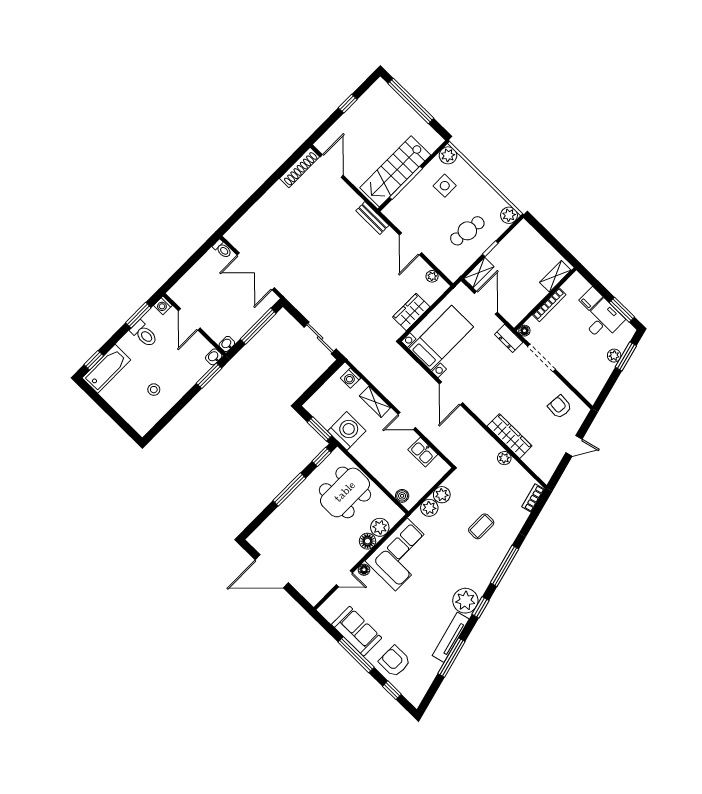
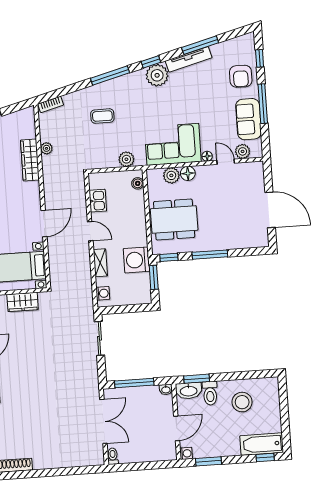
toilet: (144, 334) -> (210, 393), moved, turned 180
washbasin: (214, 357) -> (189, 391), width x1.91, depth x1.45
stool: (154, 390) -> (242, 402), width x1.89, depth x1.89
plant: (442, 495) -> (243, 151), moved

